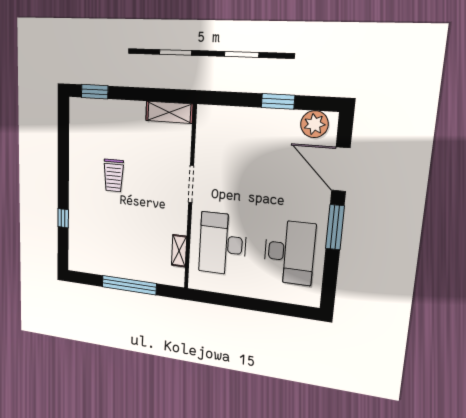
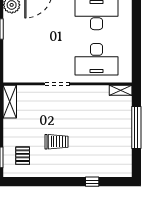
pallet: (96, 126) -> (23, 156), added
shelving: (179, 251) -> (121, 90), moved

